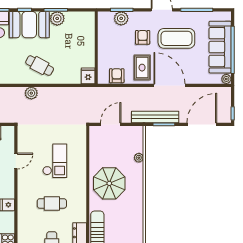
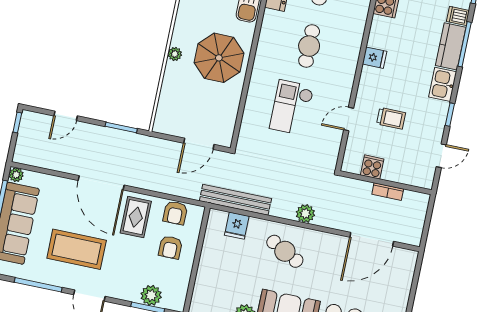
armchair: (143, 37) -> (170, 247), moved
fridge: (88, 76) -> (237, 226), moved
bench: (155, 117) -> (235, 200), moved
door: (202, 124) -> (66, 116), width x0.53
plant: (139, 158) -> (175, 54), moved
cafe table: (52, 203) -> (309, 46), turned 90

